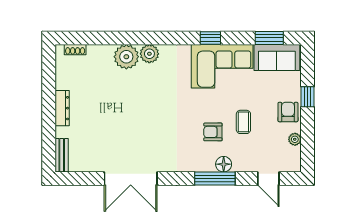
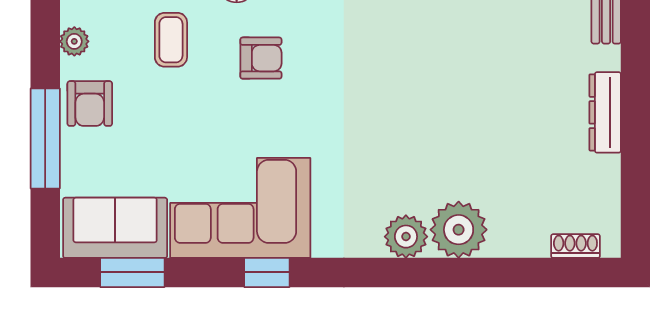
window: (307, 97) -> (45, 138), width x2.17
coffee table: (243, 122) -> (171, 40), moved

